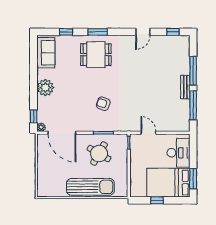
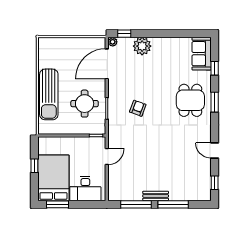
sofa: (46, 53) -> (202, 54), moved, turned 90
plant: (45, 88) -> (142, 46), moved
round table: (99, 154) -> (85, 104), turned -30

